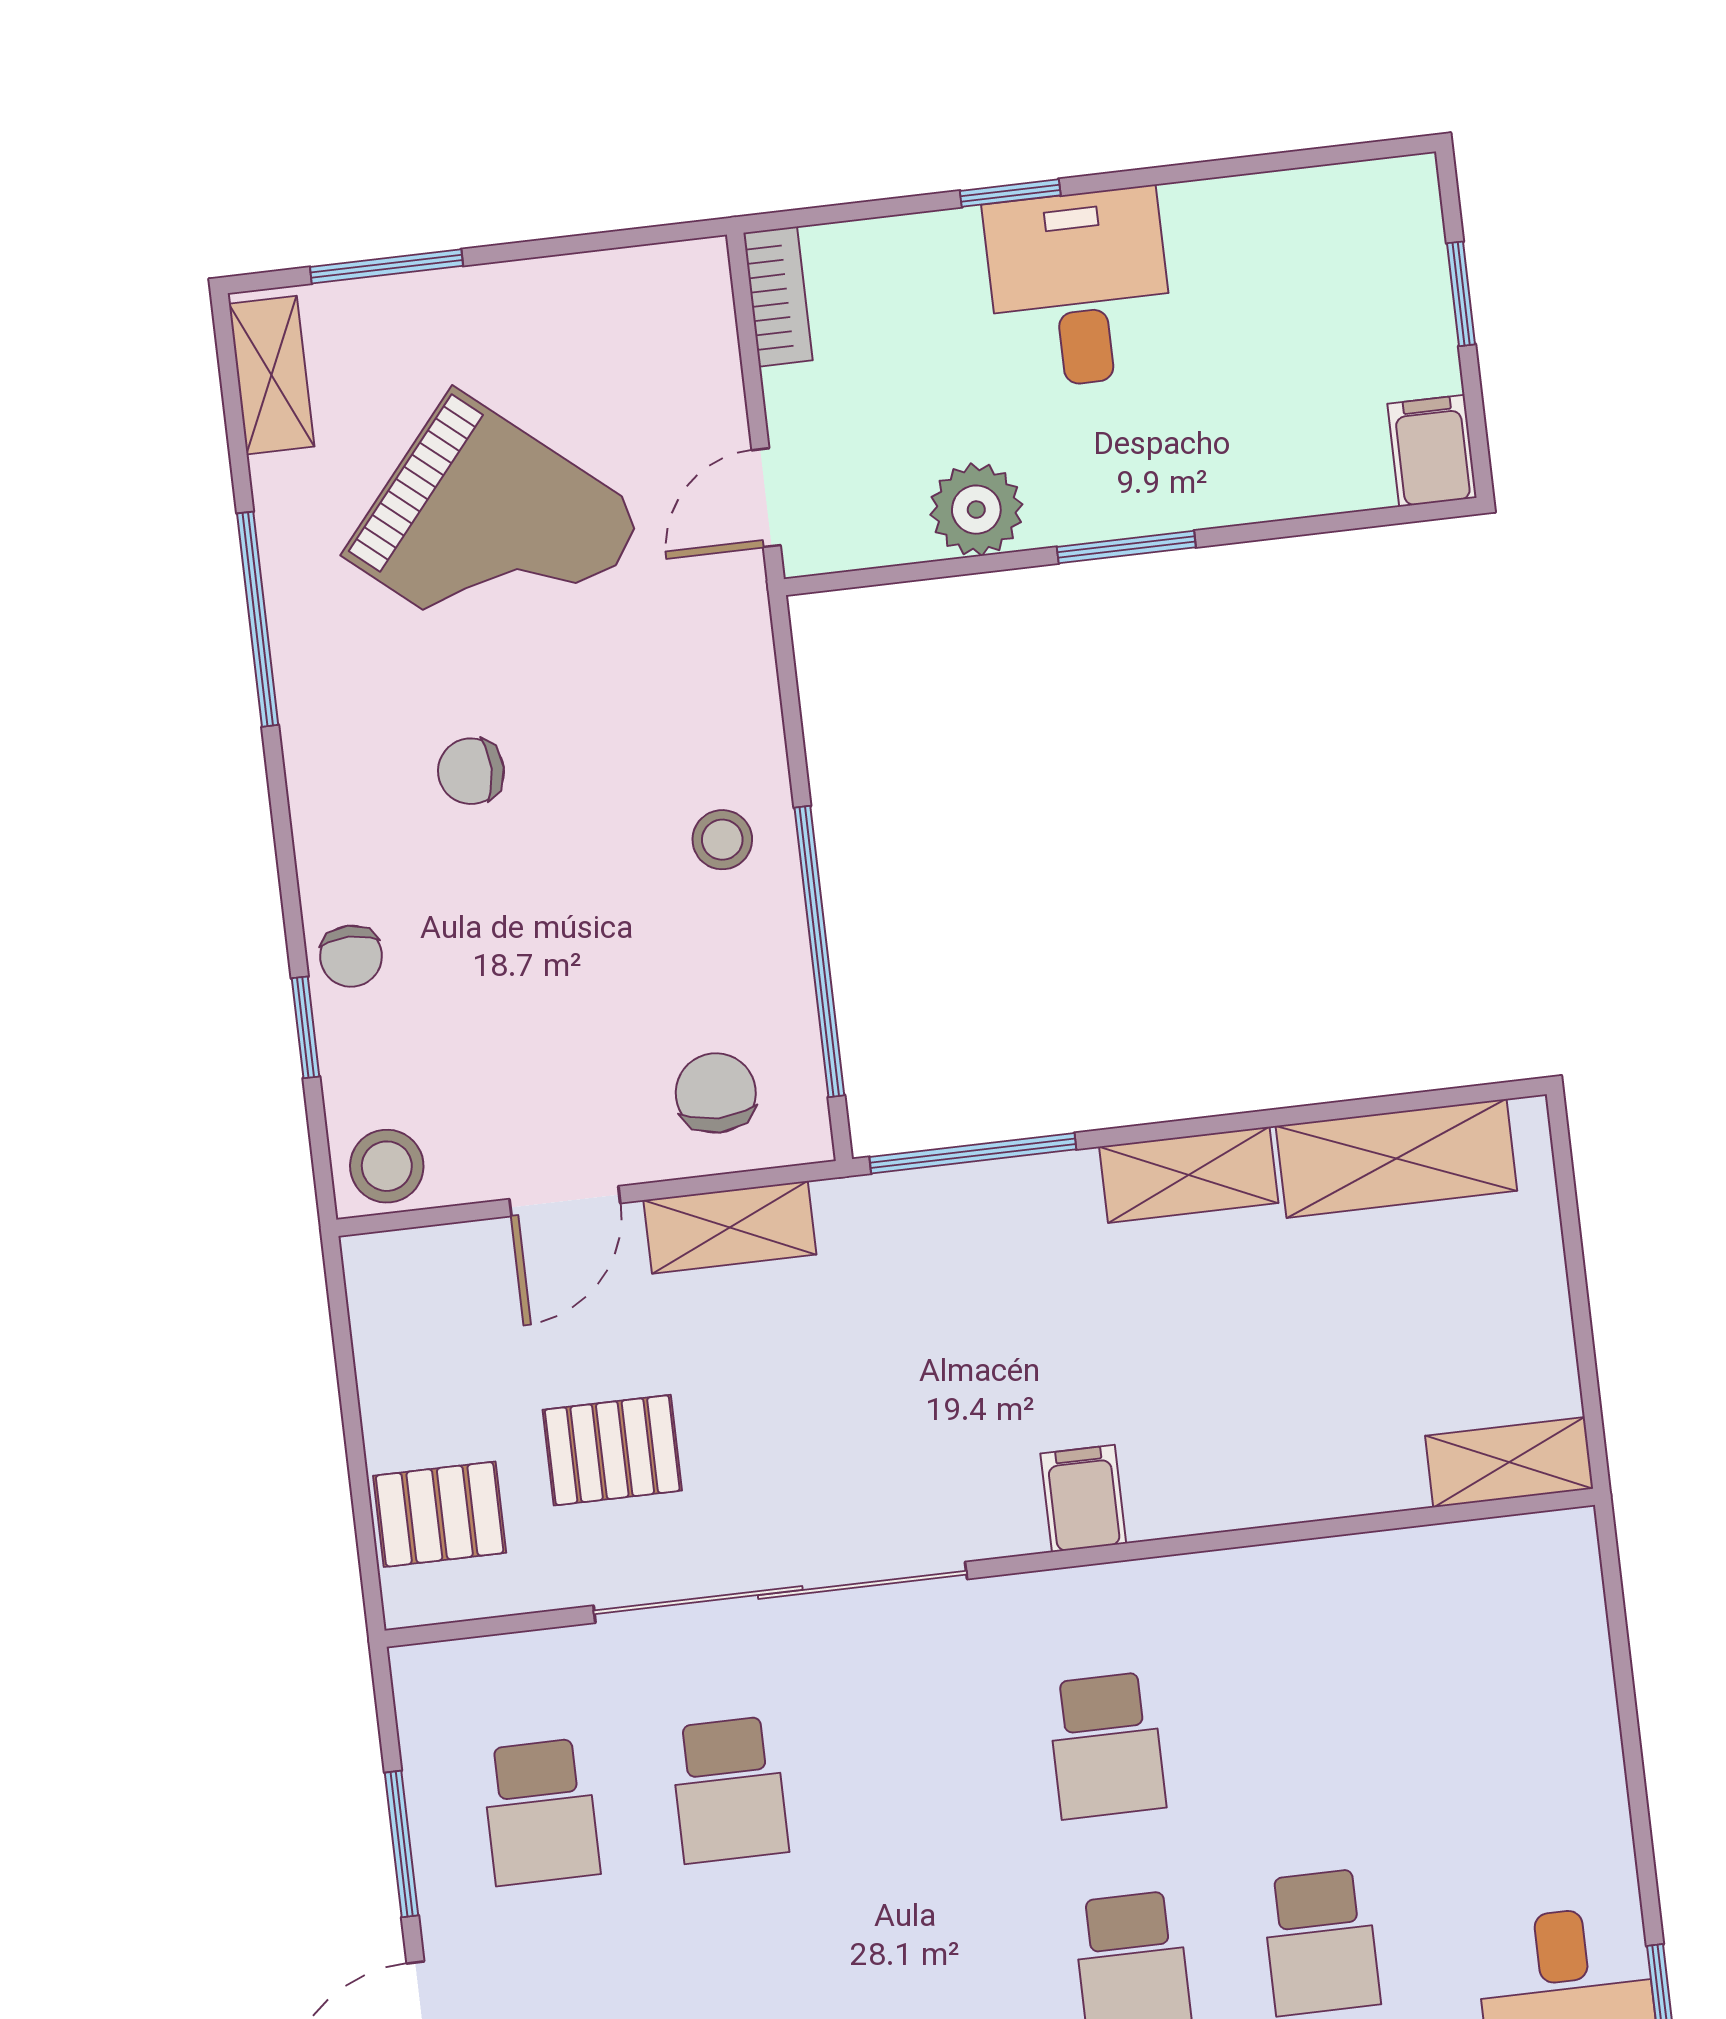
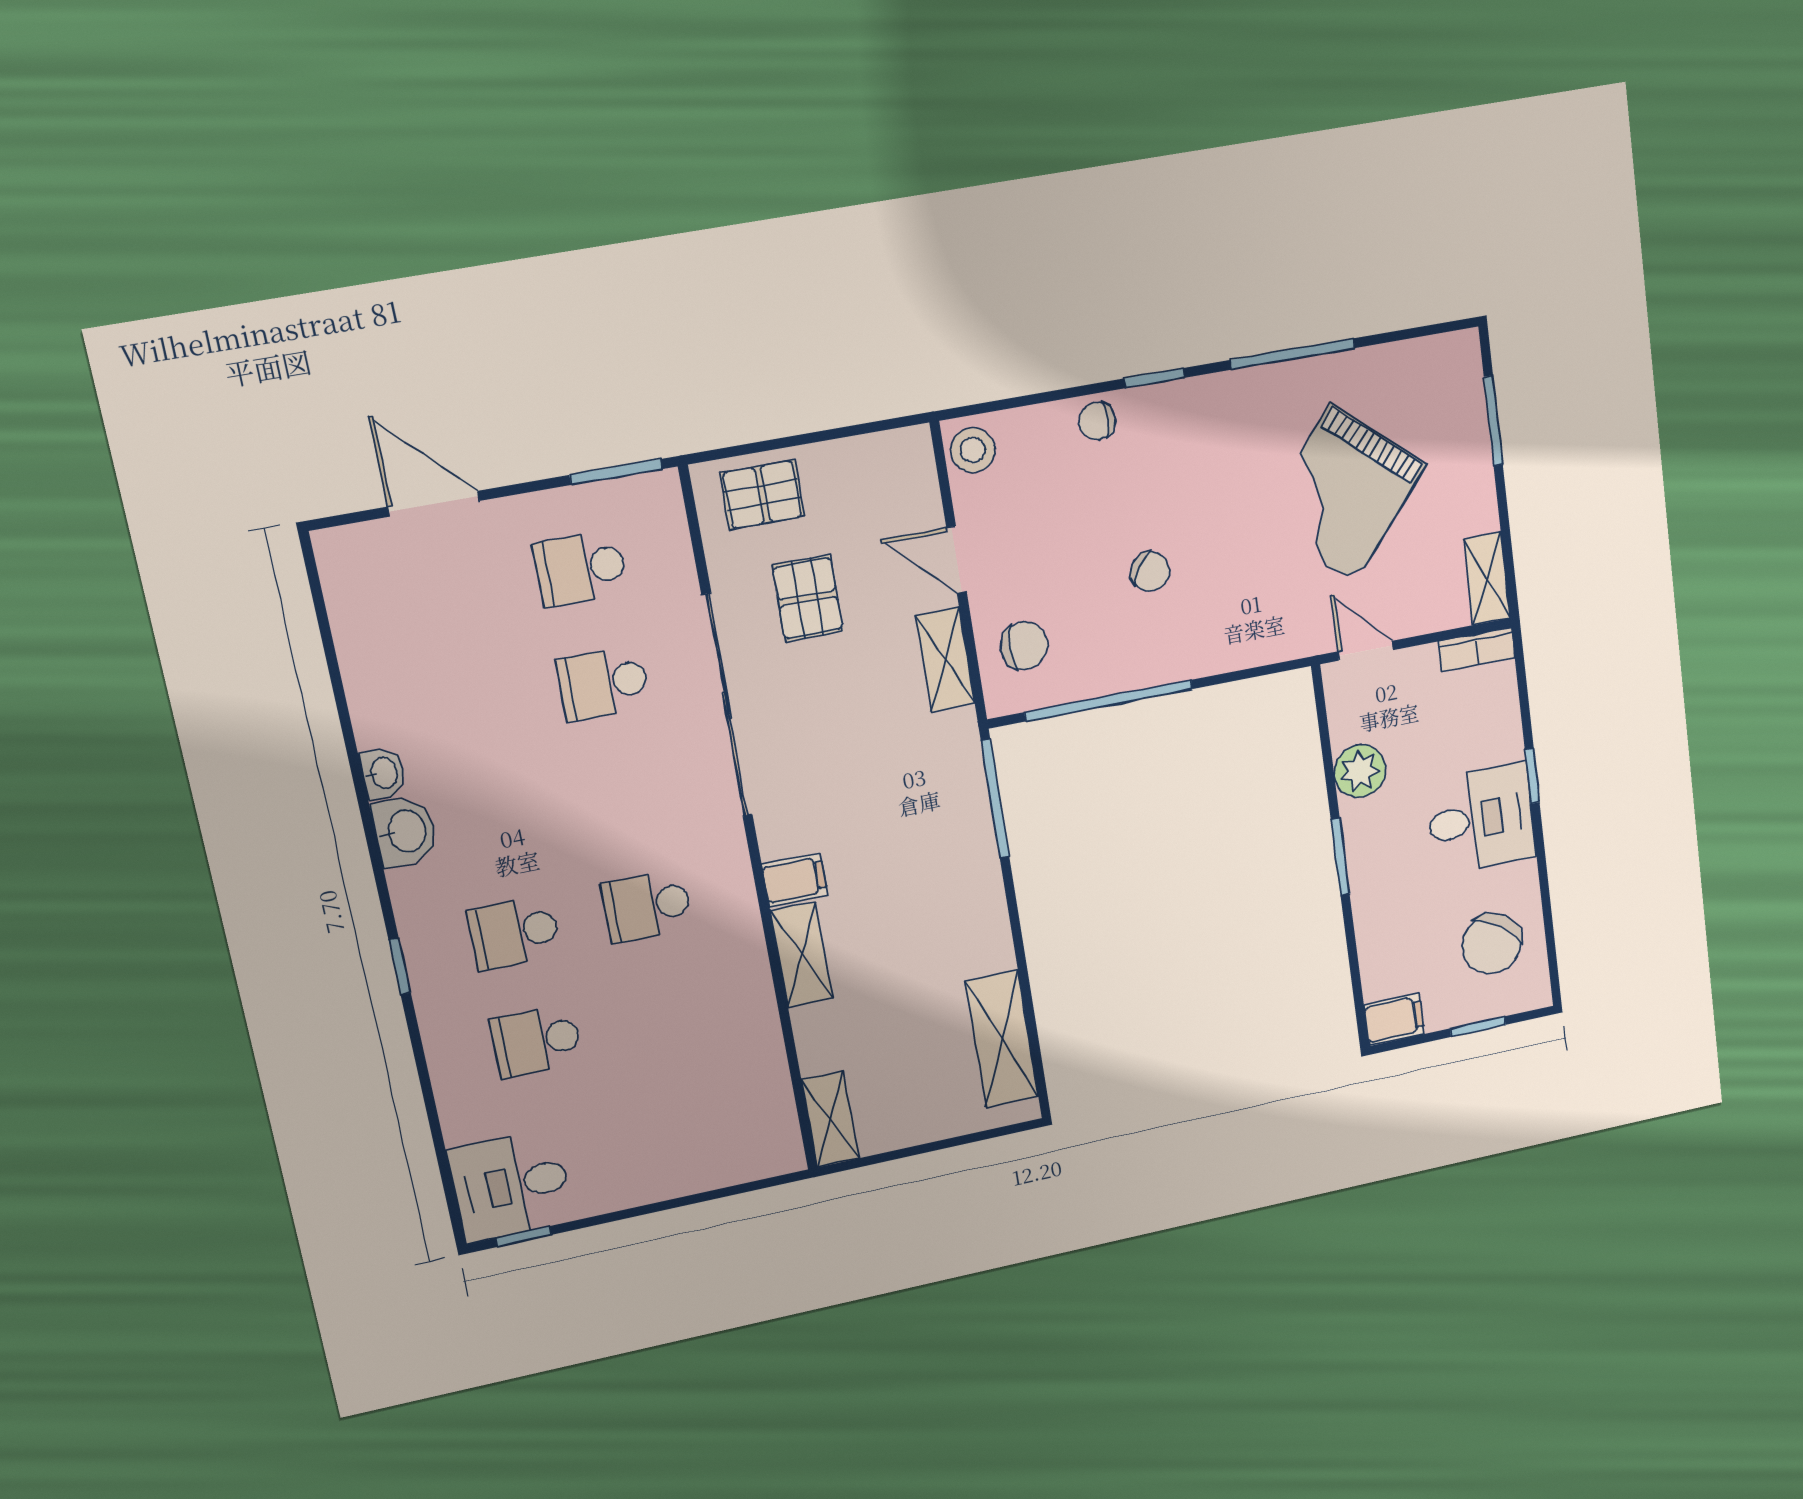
chair: (1310, 268) -> (1492, 944), added
shelving: (272, 375) -> (1487, 578), moved, turned 90
chair: (471, 771) -> (1150, 571), moved, turned 122
stool: (722, 840) -> (1171, 639), removed
window: (306, 1027) -> (1154, 378), moved
shelving: (1189, 1175) -> (802, 954), moved
pallet: (440, 1514) -> (762, 495), turned 90
window: (401, 1844) -> (616, 472), moved

